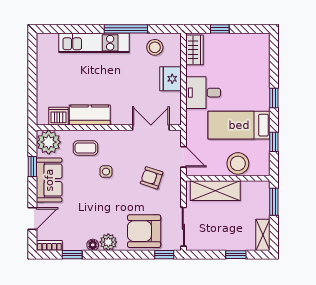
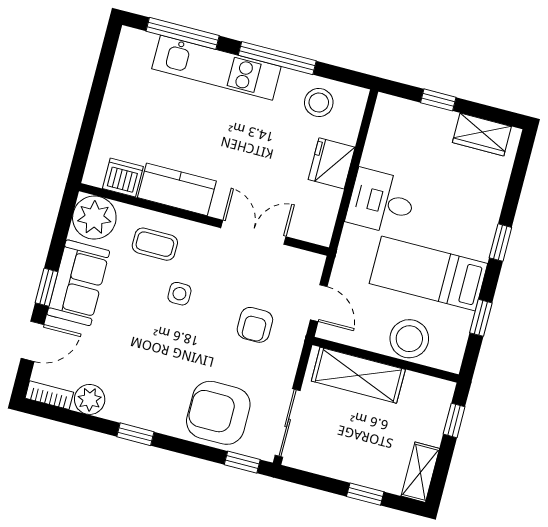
window: (71, 29) -> (183, 33), added
wardrobe: (194, 50) -> (482, 134), moved, turned 90
double door: (151, 127) -> (253, 232), moved
window: (32, 166) -> (47, 287), moved
armchair: (152, 178) -> (255, 325), turned -108
window: (274, 202) -> (454, 420), width x0.67
plant: (108, 242) -> (90, 399), moved
floor lamp: (93, 245) -> (124, 413), removed
window: (72, 255) -> (135, 434), moved

